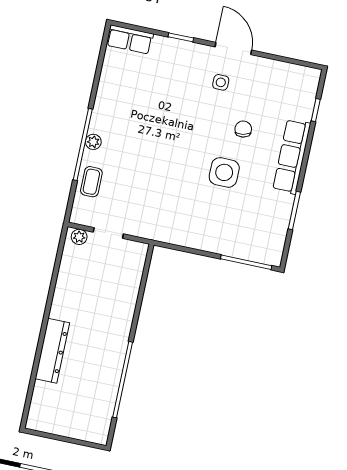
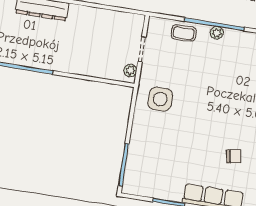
side table: (224, 172) -> (160, 99), moved
plant: (79, 237) -> (130, 71), moved

